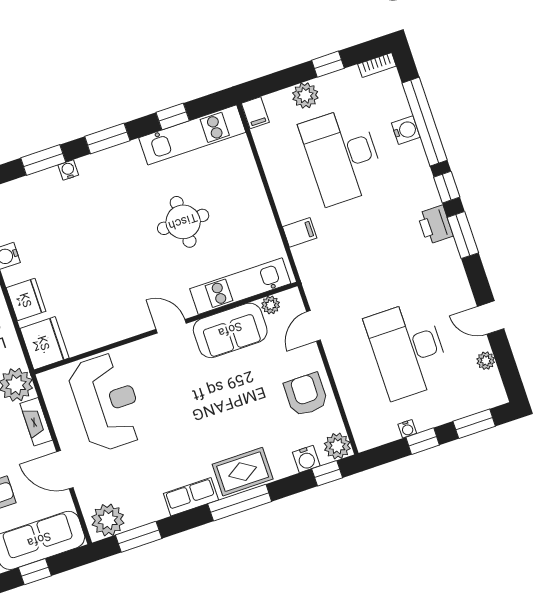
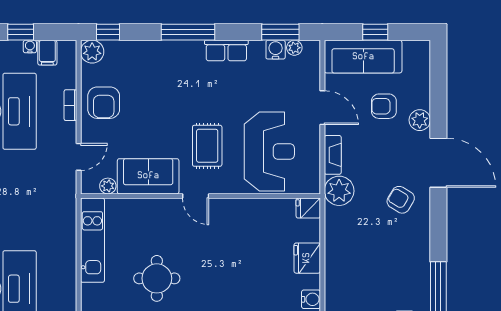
filing cabinet: (300, 232) -> (47, 53), moved, turned -90
kitchen unit: (240, 286) -> (92, 240), moved, turned -90
fridge: (44, 343) -> (308, 208), width x0.53, depth x0.75
bookcase: (341, 380) -> (70, 105), added
reception desk: (107, 402) -> (269, 151), turned 180
water cooler: (306, 459) -> (276, 50), moved
rug: (243, 472) -> (207, 146), moved, turned 90
plant: (108, 520) -> (294, 48), width x0.53, depth x0.53

